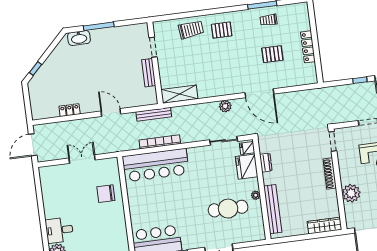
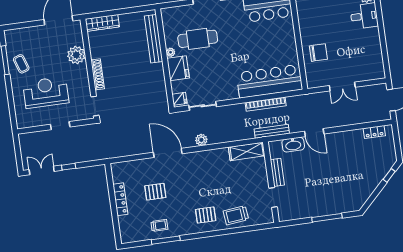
washbasin: (79, 38) -> (293, 145), moved, turned 180
locker: (70, 110) -> (374, 132), moved
dresser: (266, 163) -> (161, 85), removed
fridge: (247, 167) -> (178, 68), moved

